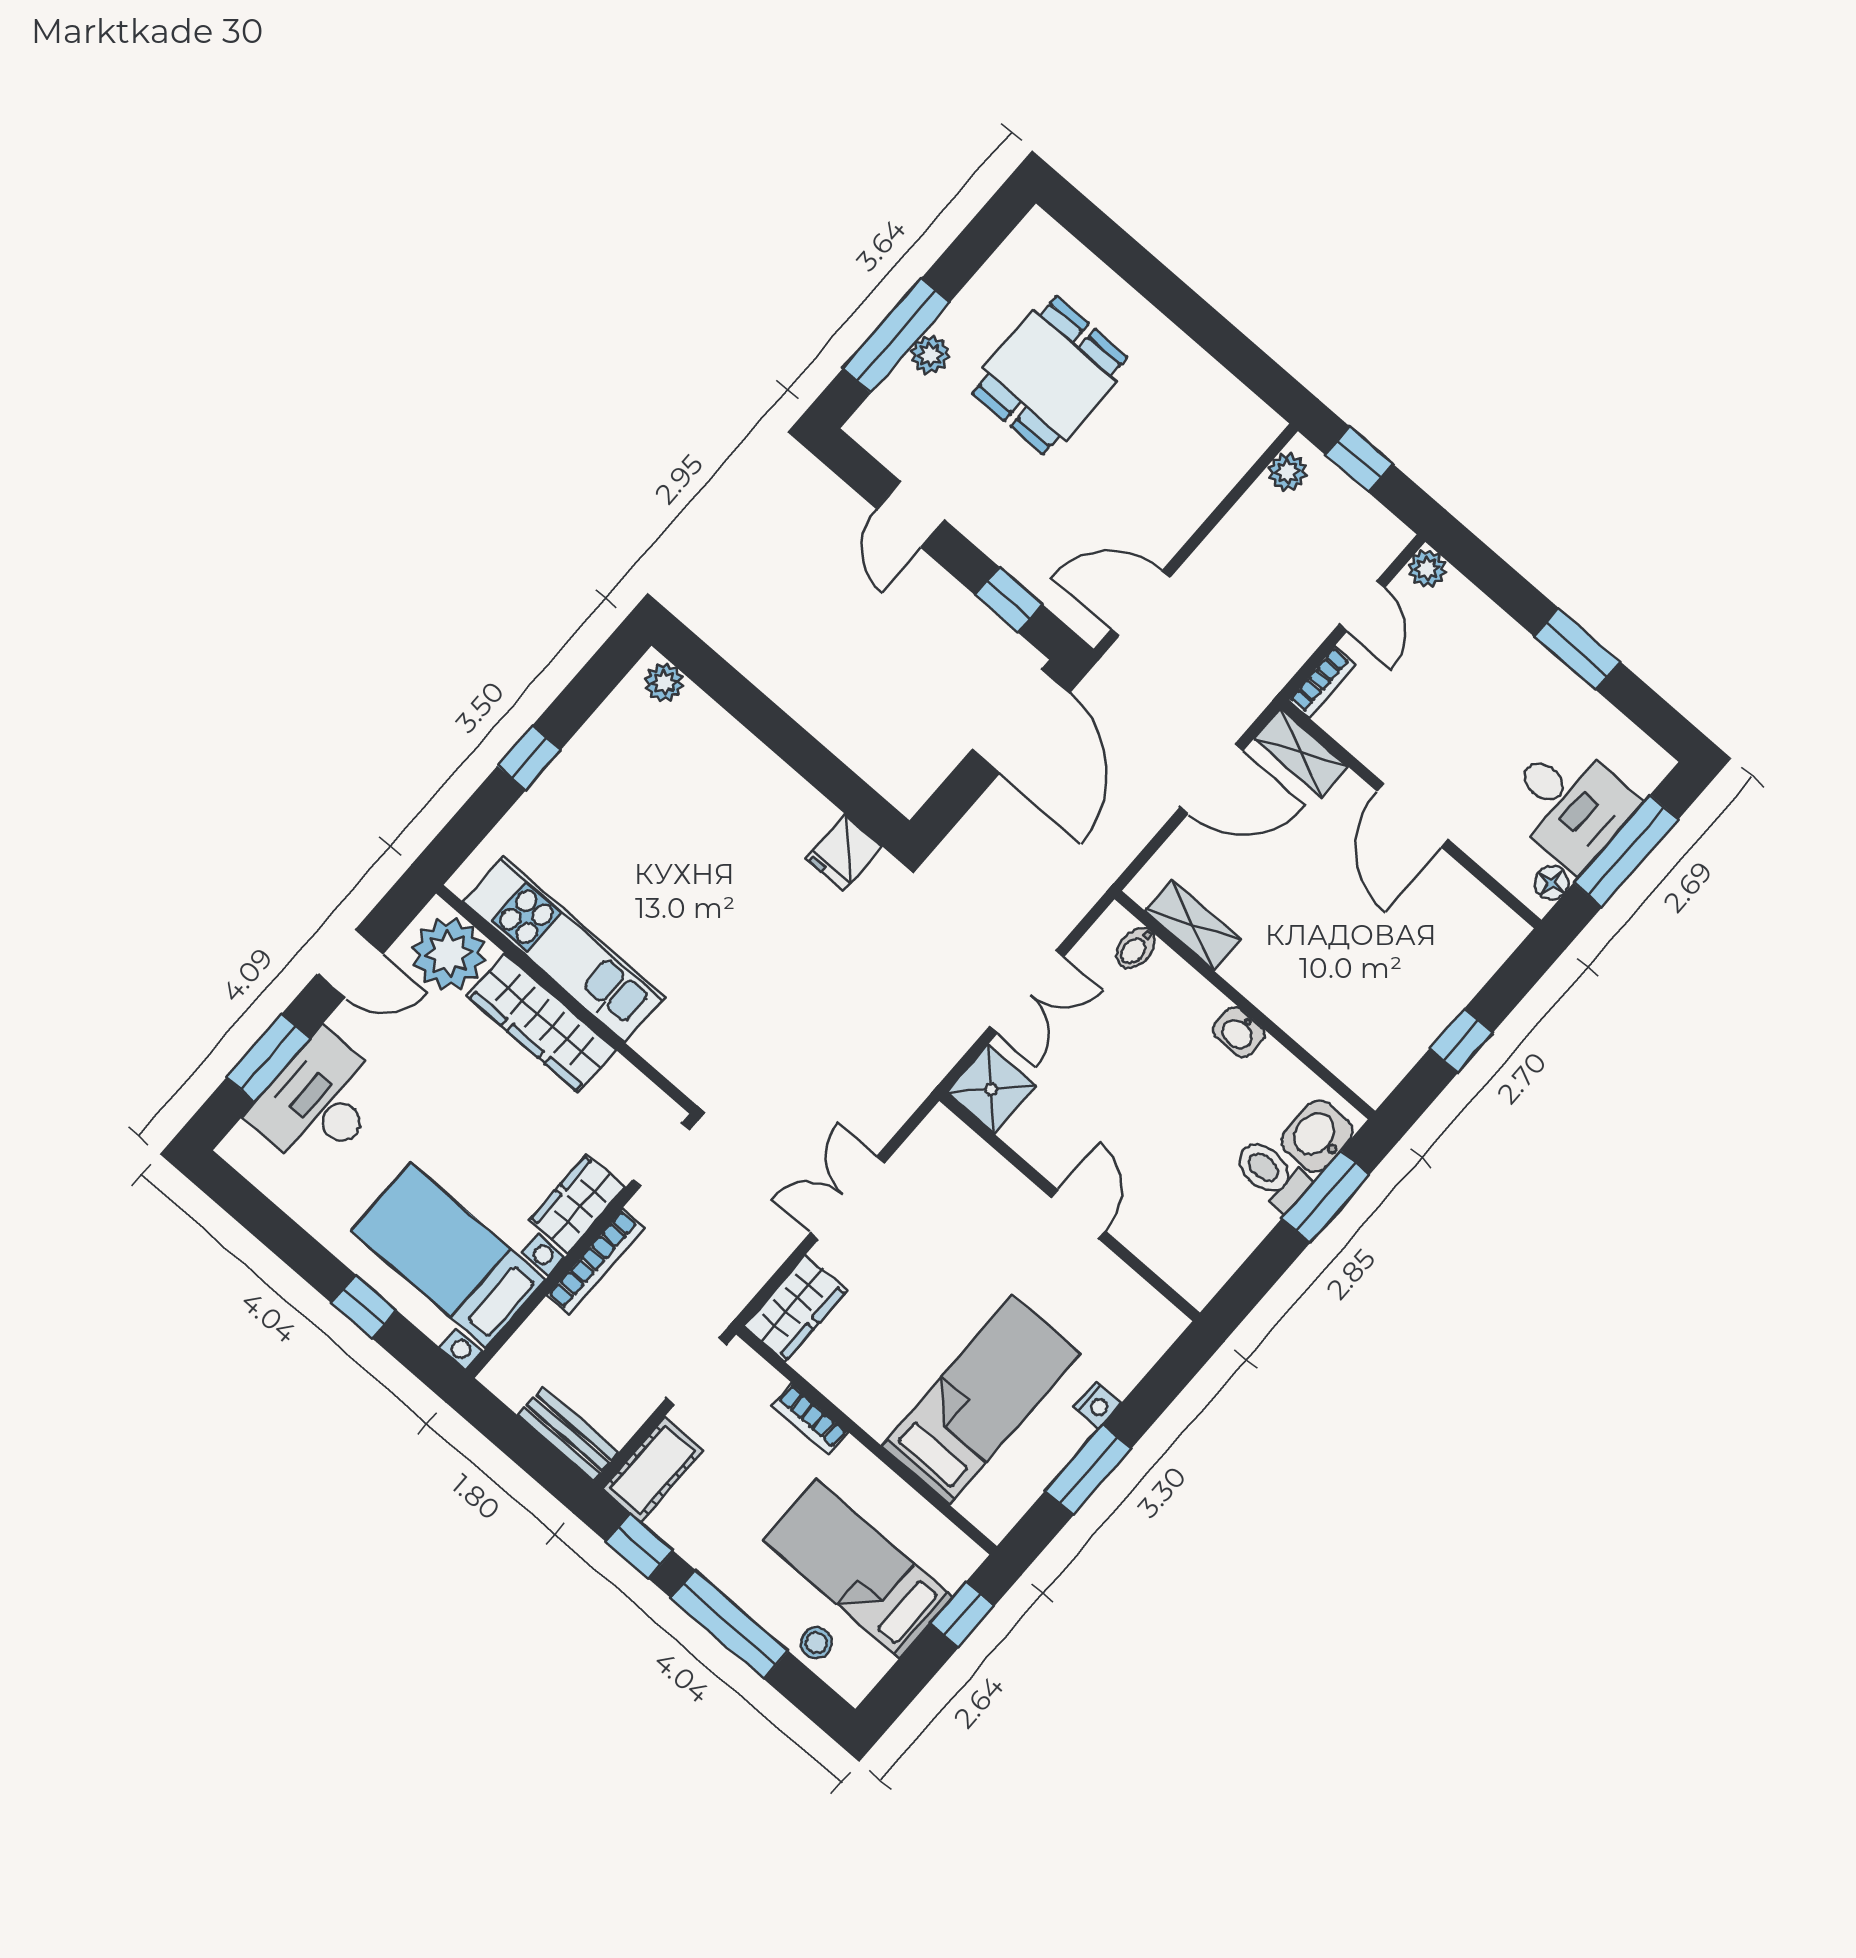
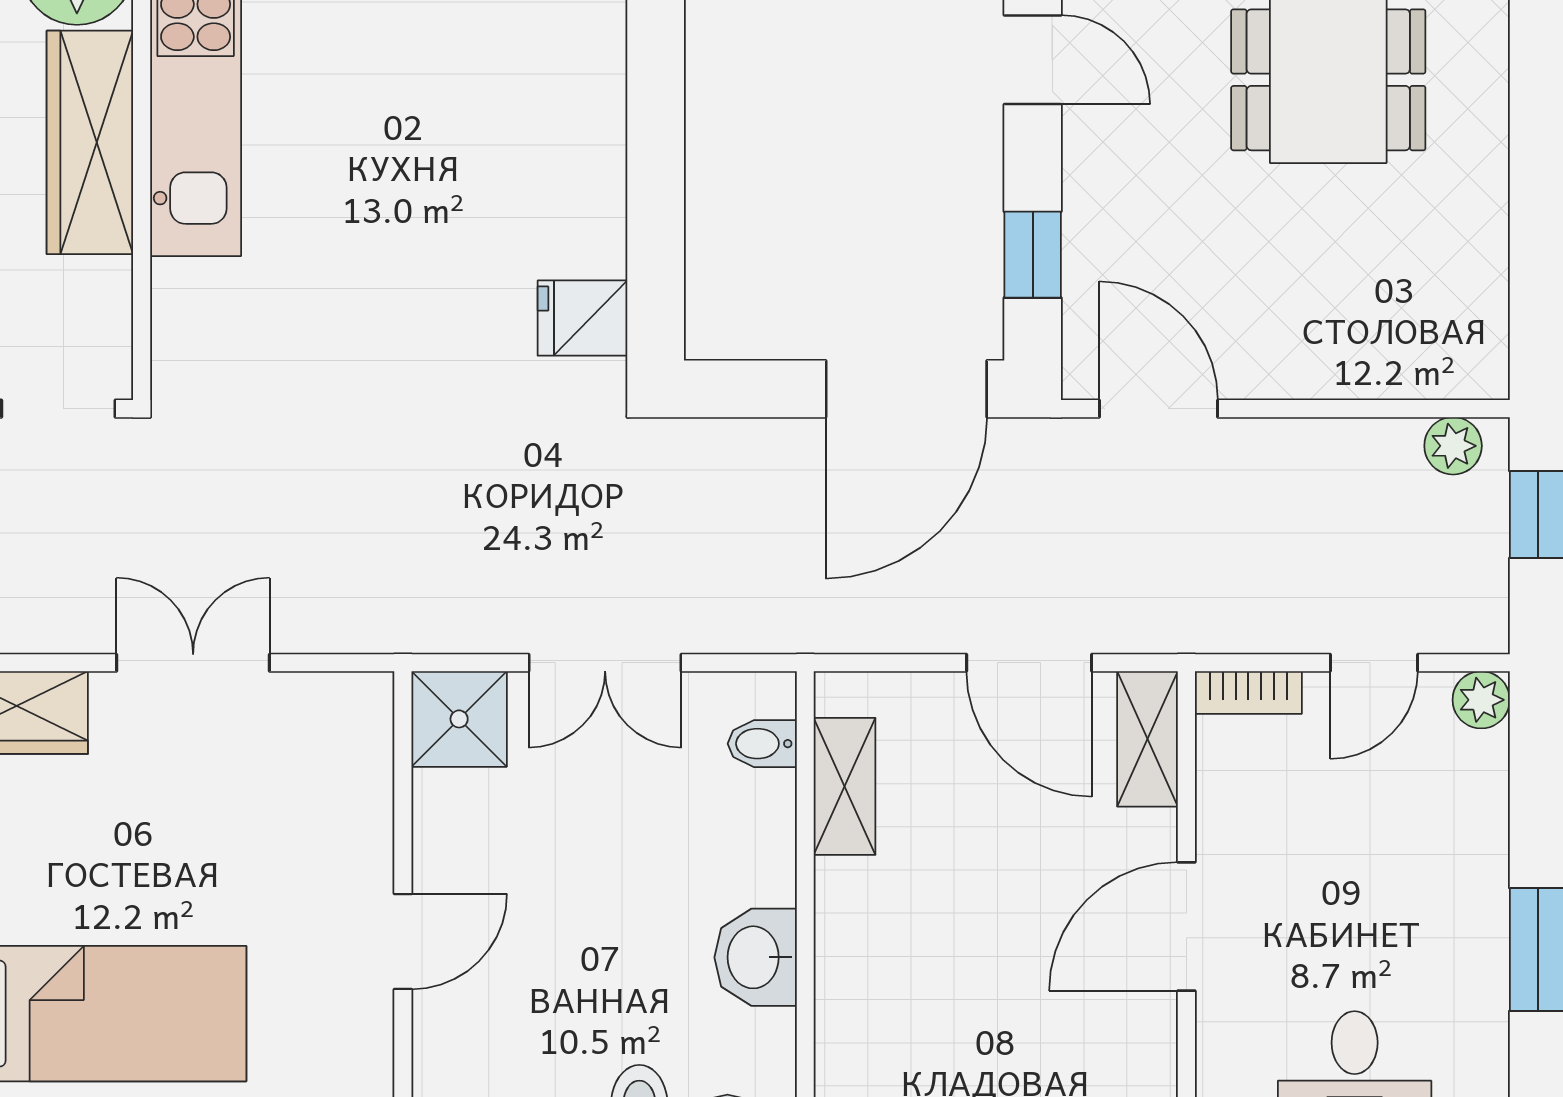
door: (911, 514) -> (1033, 60), swing flipped
washbasin: (1239, 1032) -> (756, 957), width x1.38, depth x1.45

